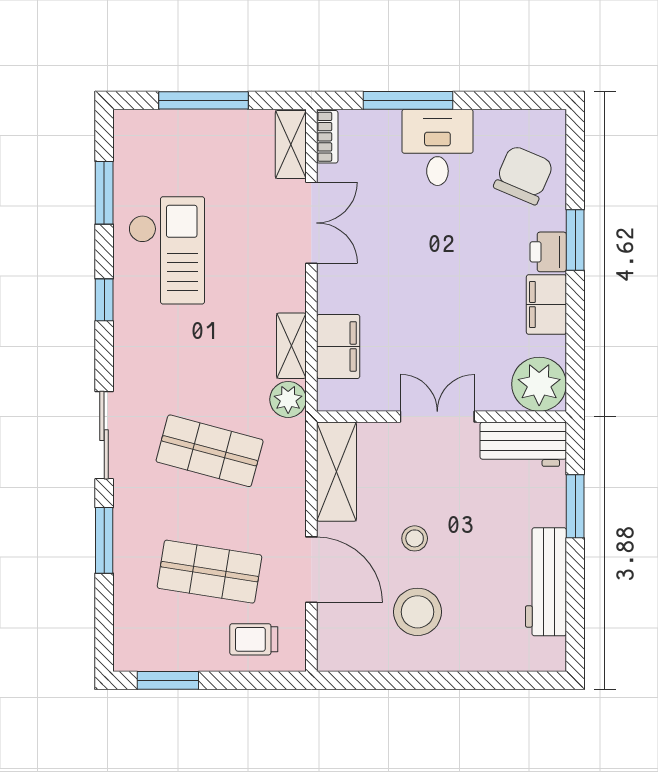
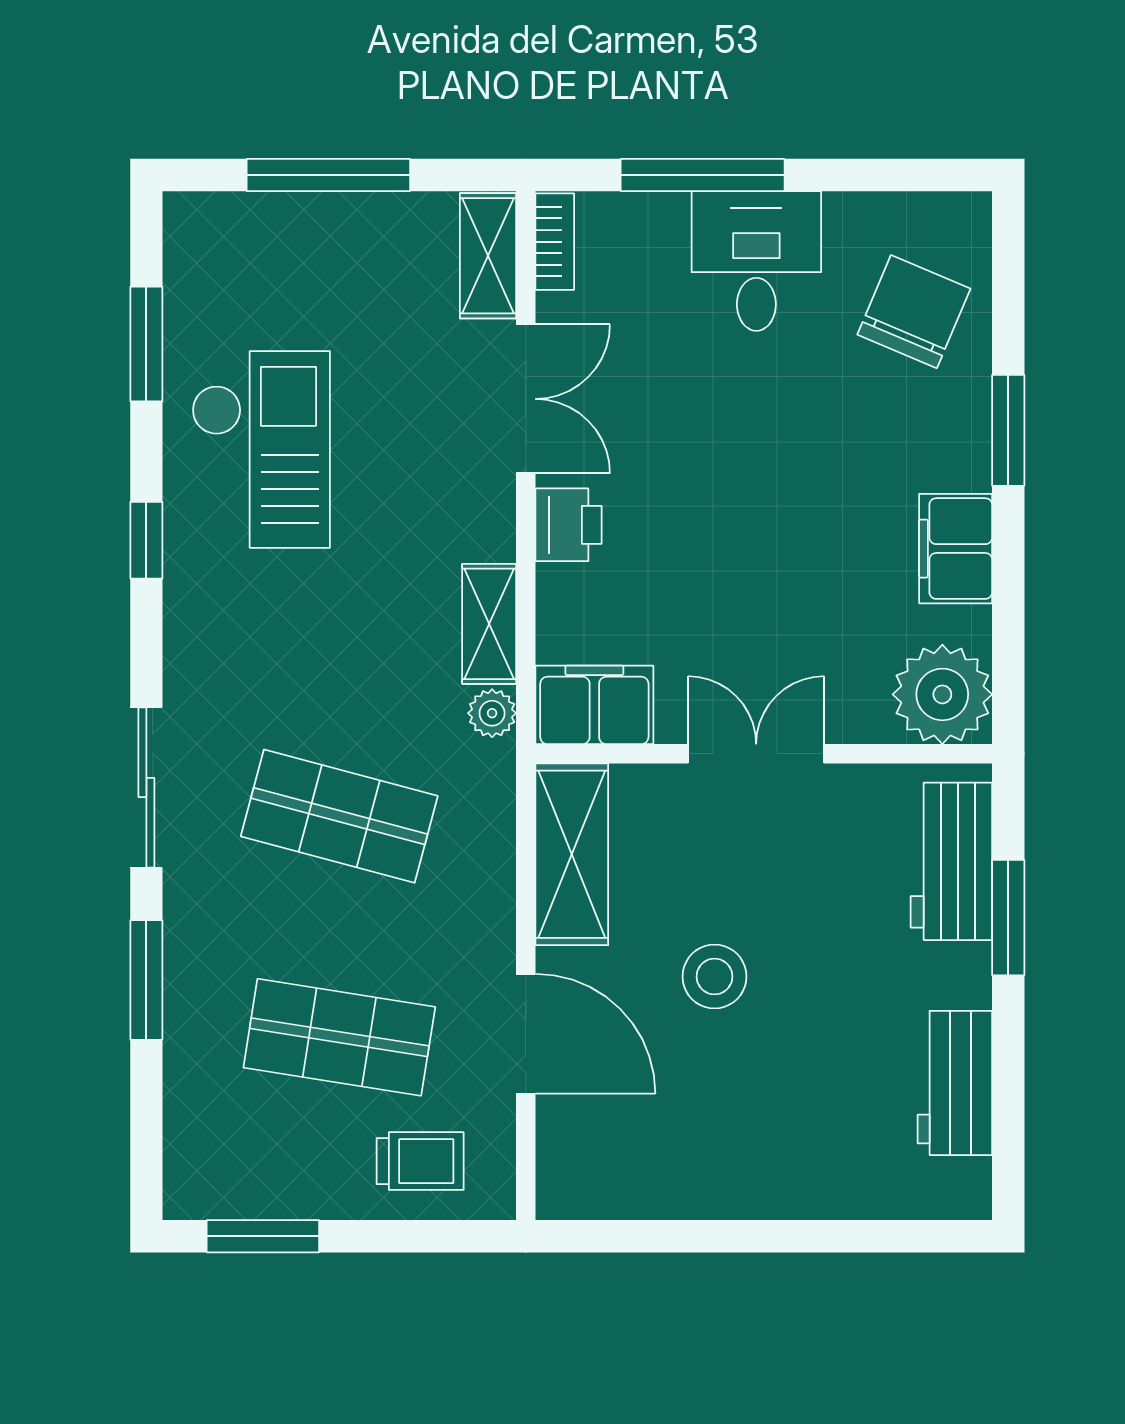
printer: (548, 252) -> (569, 525), moved, turned 180
filing cabinet: (338, 346) -> (594, 705), moved, turned -90
plant: (288, 399) -> (492, 713), width x0.73, depth x0.73
workbench: (523, 444) -> (951, 861), moved, turned 90
stool: (415, 538) -> (714, 977), width x1.37, depth x1.37
workbench: (546, 582) -> (955, 1083), width x0.73
stool: (417, 612) -> (720, 1111), removed
trolley: (254, 639) -> (420, 1161), turned 180

